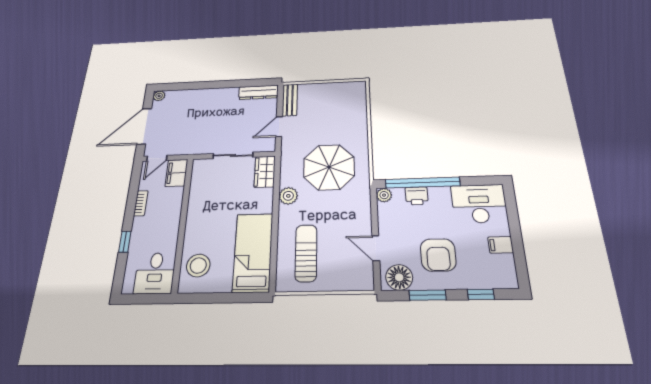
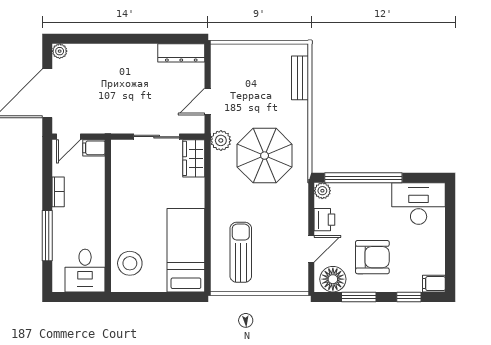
bench: (290, 100) -> (300, 78), moved
filing cabinet: (176, 173) -> (94, 148), width x0.50
plant: (288, 196) -> (221, 140), moved
printer: (417, 196) -> (324, 220), moved, turned -90
window: (125, 242) -> (47, 236), width x2.17
filing cabinet: (501, 245) -> (434, 284), moved
door: (376, 248) -> (311, 249), swing flipped
armchair: (438, 255) -> (372, 257), turned -90

